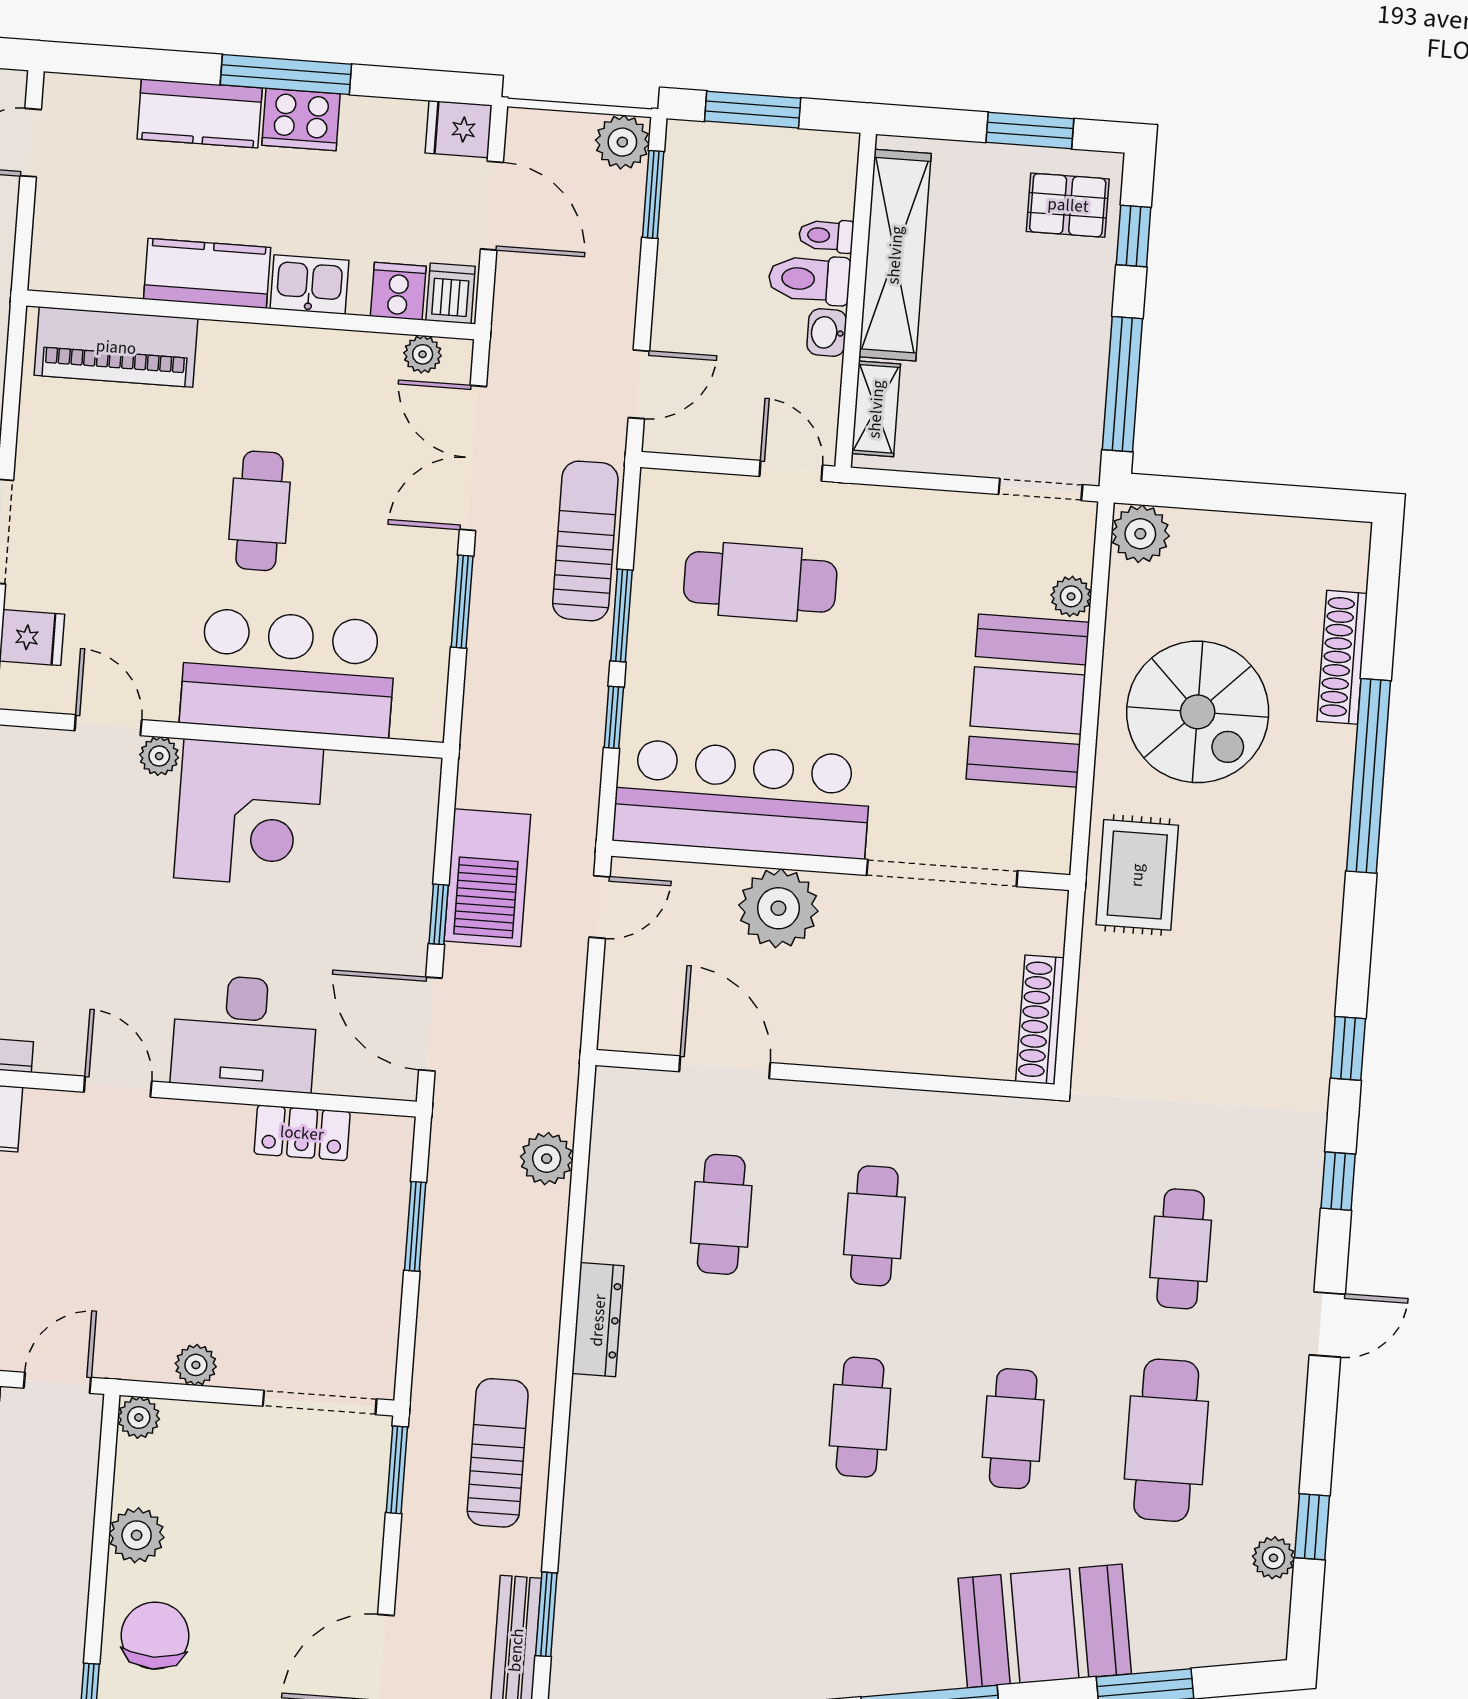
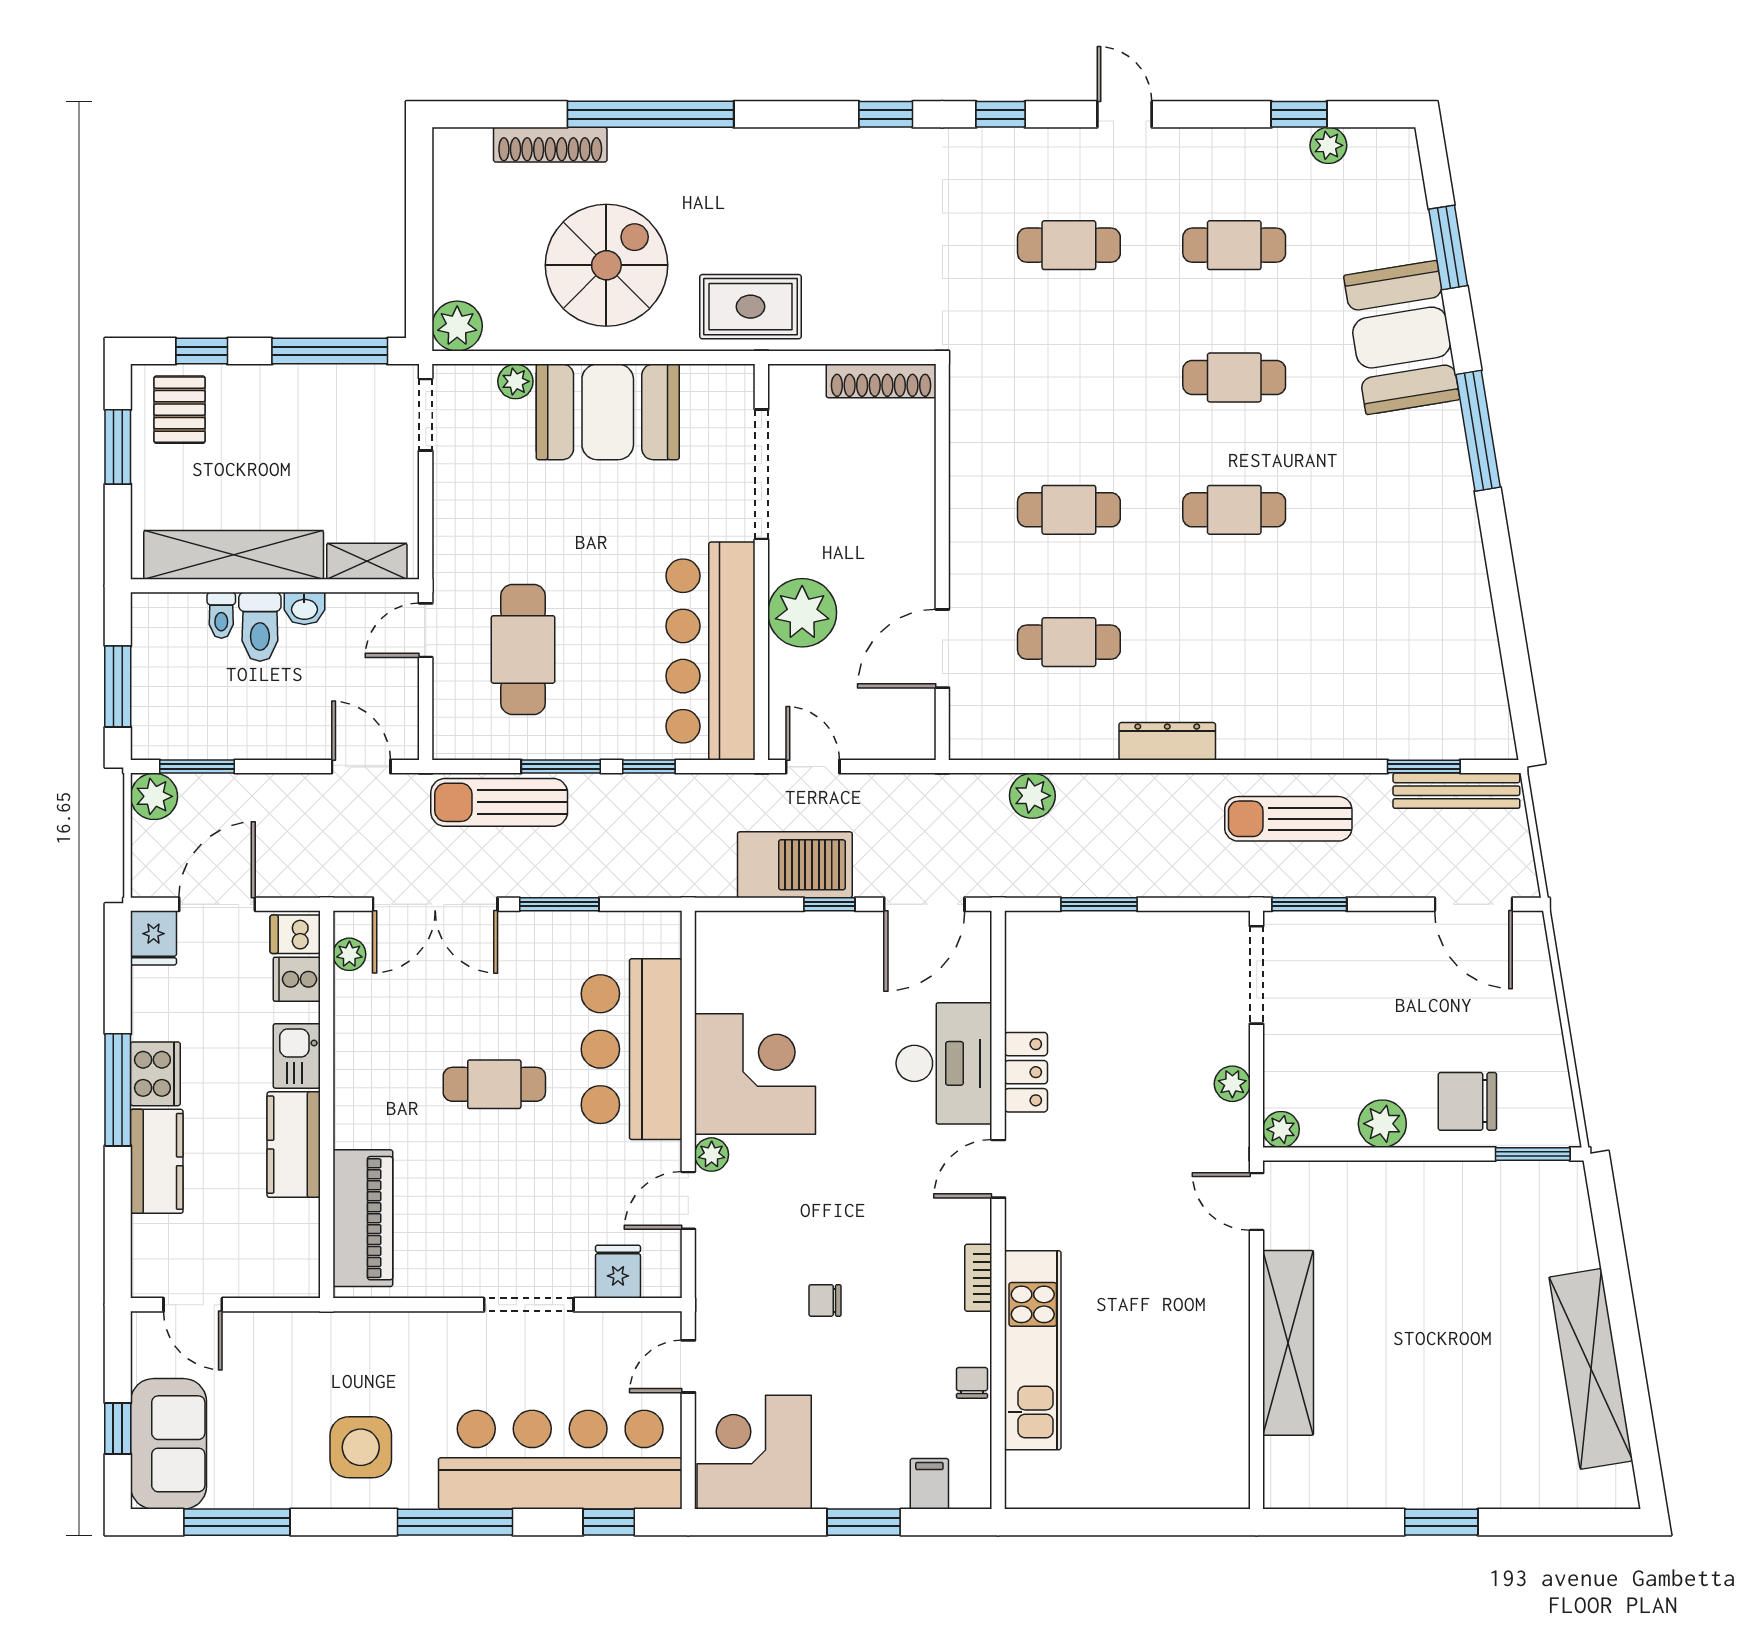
locker: (302, 1133) -> (1026, 1072), moved
cafe table: (1166, 1440) -> (1234, 245), width x0.73, depth x0.74

